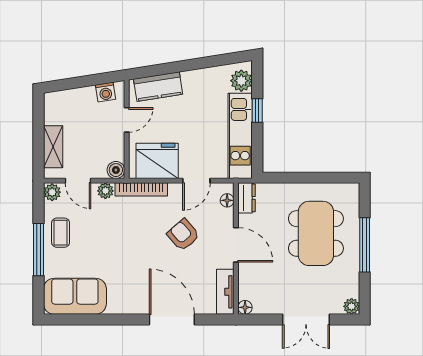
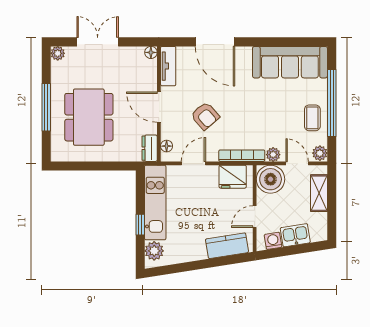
kitchen sink: (80, 99) -> (295, 235), added
fridge: (157, 161) -> (233, 177), width x0.73, depth x0.75
boiler: (116, 170) -> (271, 179), width x1.86, depth x1.86
window: (38, 250) -> (332, 103), width x1.46
sofa: (75, 296) -> (290, 62), width x1.36

